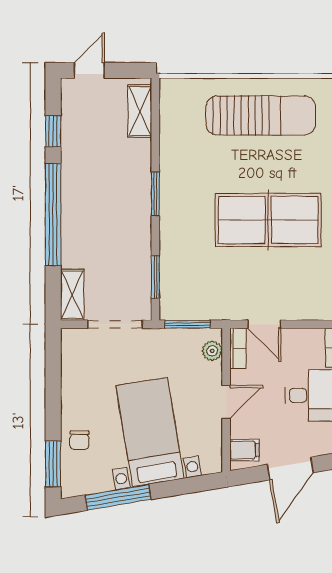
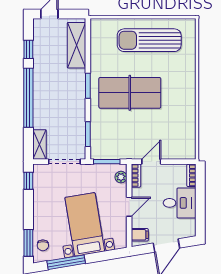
shelving: (140, 111) -> (77, 45), width x1.50, depth x1.33
sun lounger: (261, 115) -> (149, 40), turned 180
table tennis table: (268, 220) -> (130, 93), moved
door: (264, 324) -> (151, 162), swing flipped
window: (53, 357) -> (28, 181), added
chair: (79, 440) -> (43, 245), moved

